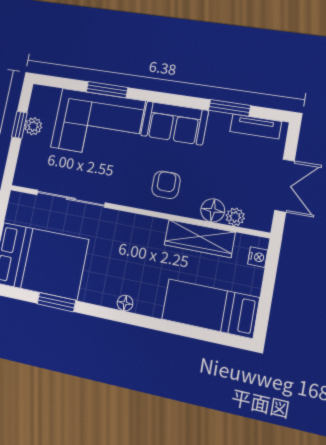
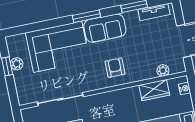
window: (107, 90) -> (86, 16), moved
floor lamp: (213, 210) -> (149, 72), removed
wardrobe: (200, 239) -> (154, 90), width x0.67

